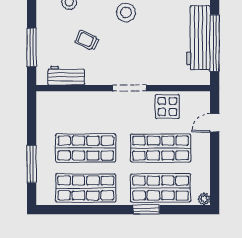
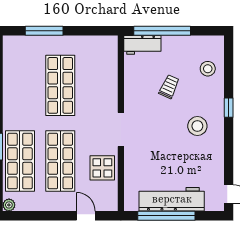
window: (32, 47) -> (162, 31), width x1.46
workbench: (66, 76) -> (142, 45), moved, turned 90
shop shelf: (86, 188) -> (20, 85), removed

